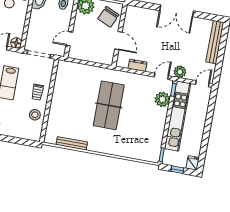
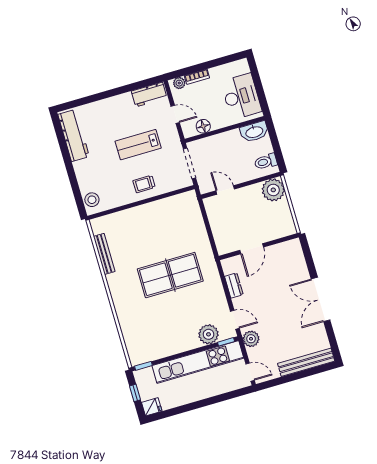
chair: (108, 17) -> (274, 223), removed
floor lamp: (16, 43) -> (203, 126), moved
stool: (35, 115) -> (92, 200), moved

